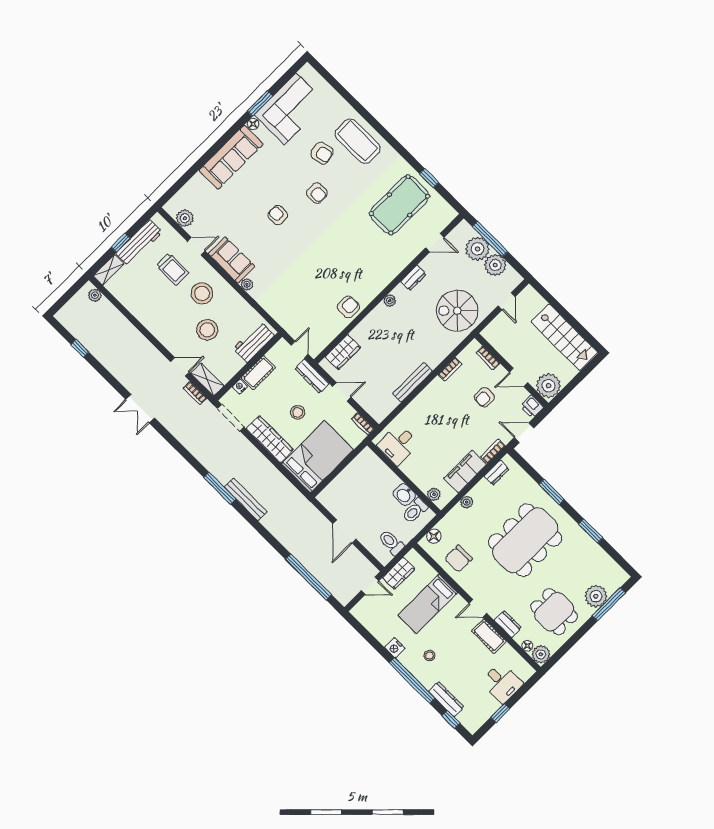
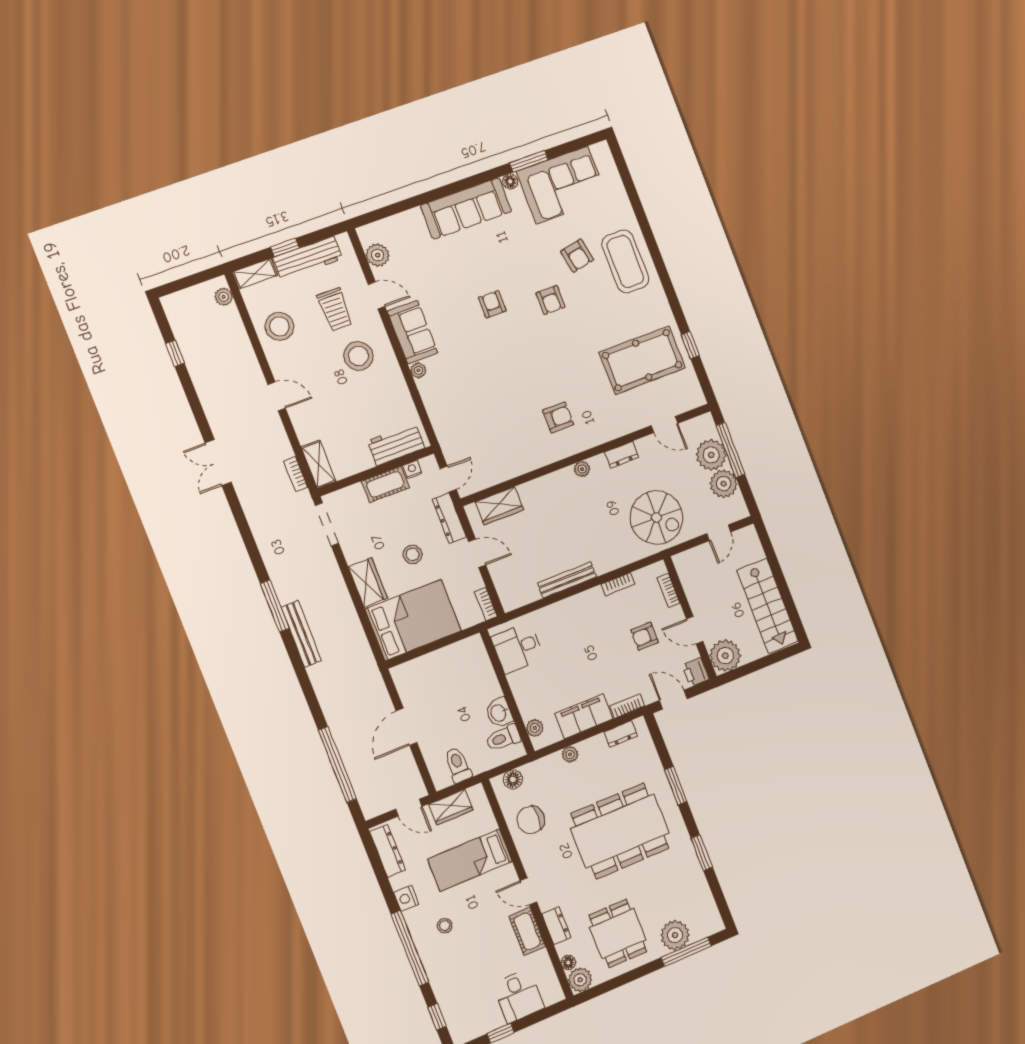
armchair: (348, 307) -> (558, 417), moved
spiral stairs: (457, 311) -> (656, 518), turned 180
stool: (207, 330) -> (279, 326), moved
door: (180, 367) -> (277, 396), moved
nightstand: (240, 387) -> (412, 469), moved
wardrobe: (270, 439) -> (368, 582), width x0.67
dresser: (446, 699) -> (388, 851), moved

